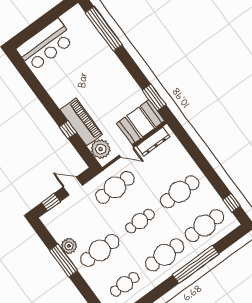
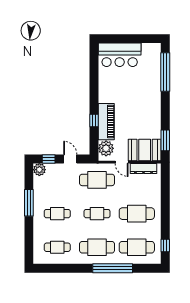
plant: (69, 246) -> (39, 170), moved
cafe table: (100, 250) -> (57, 214), width x0.73, depth x0.74

